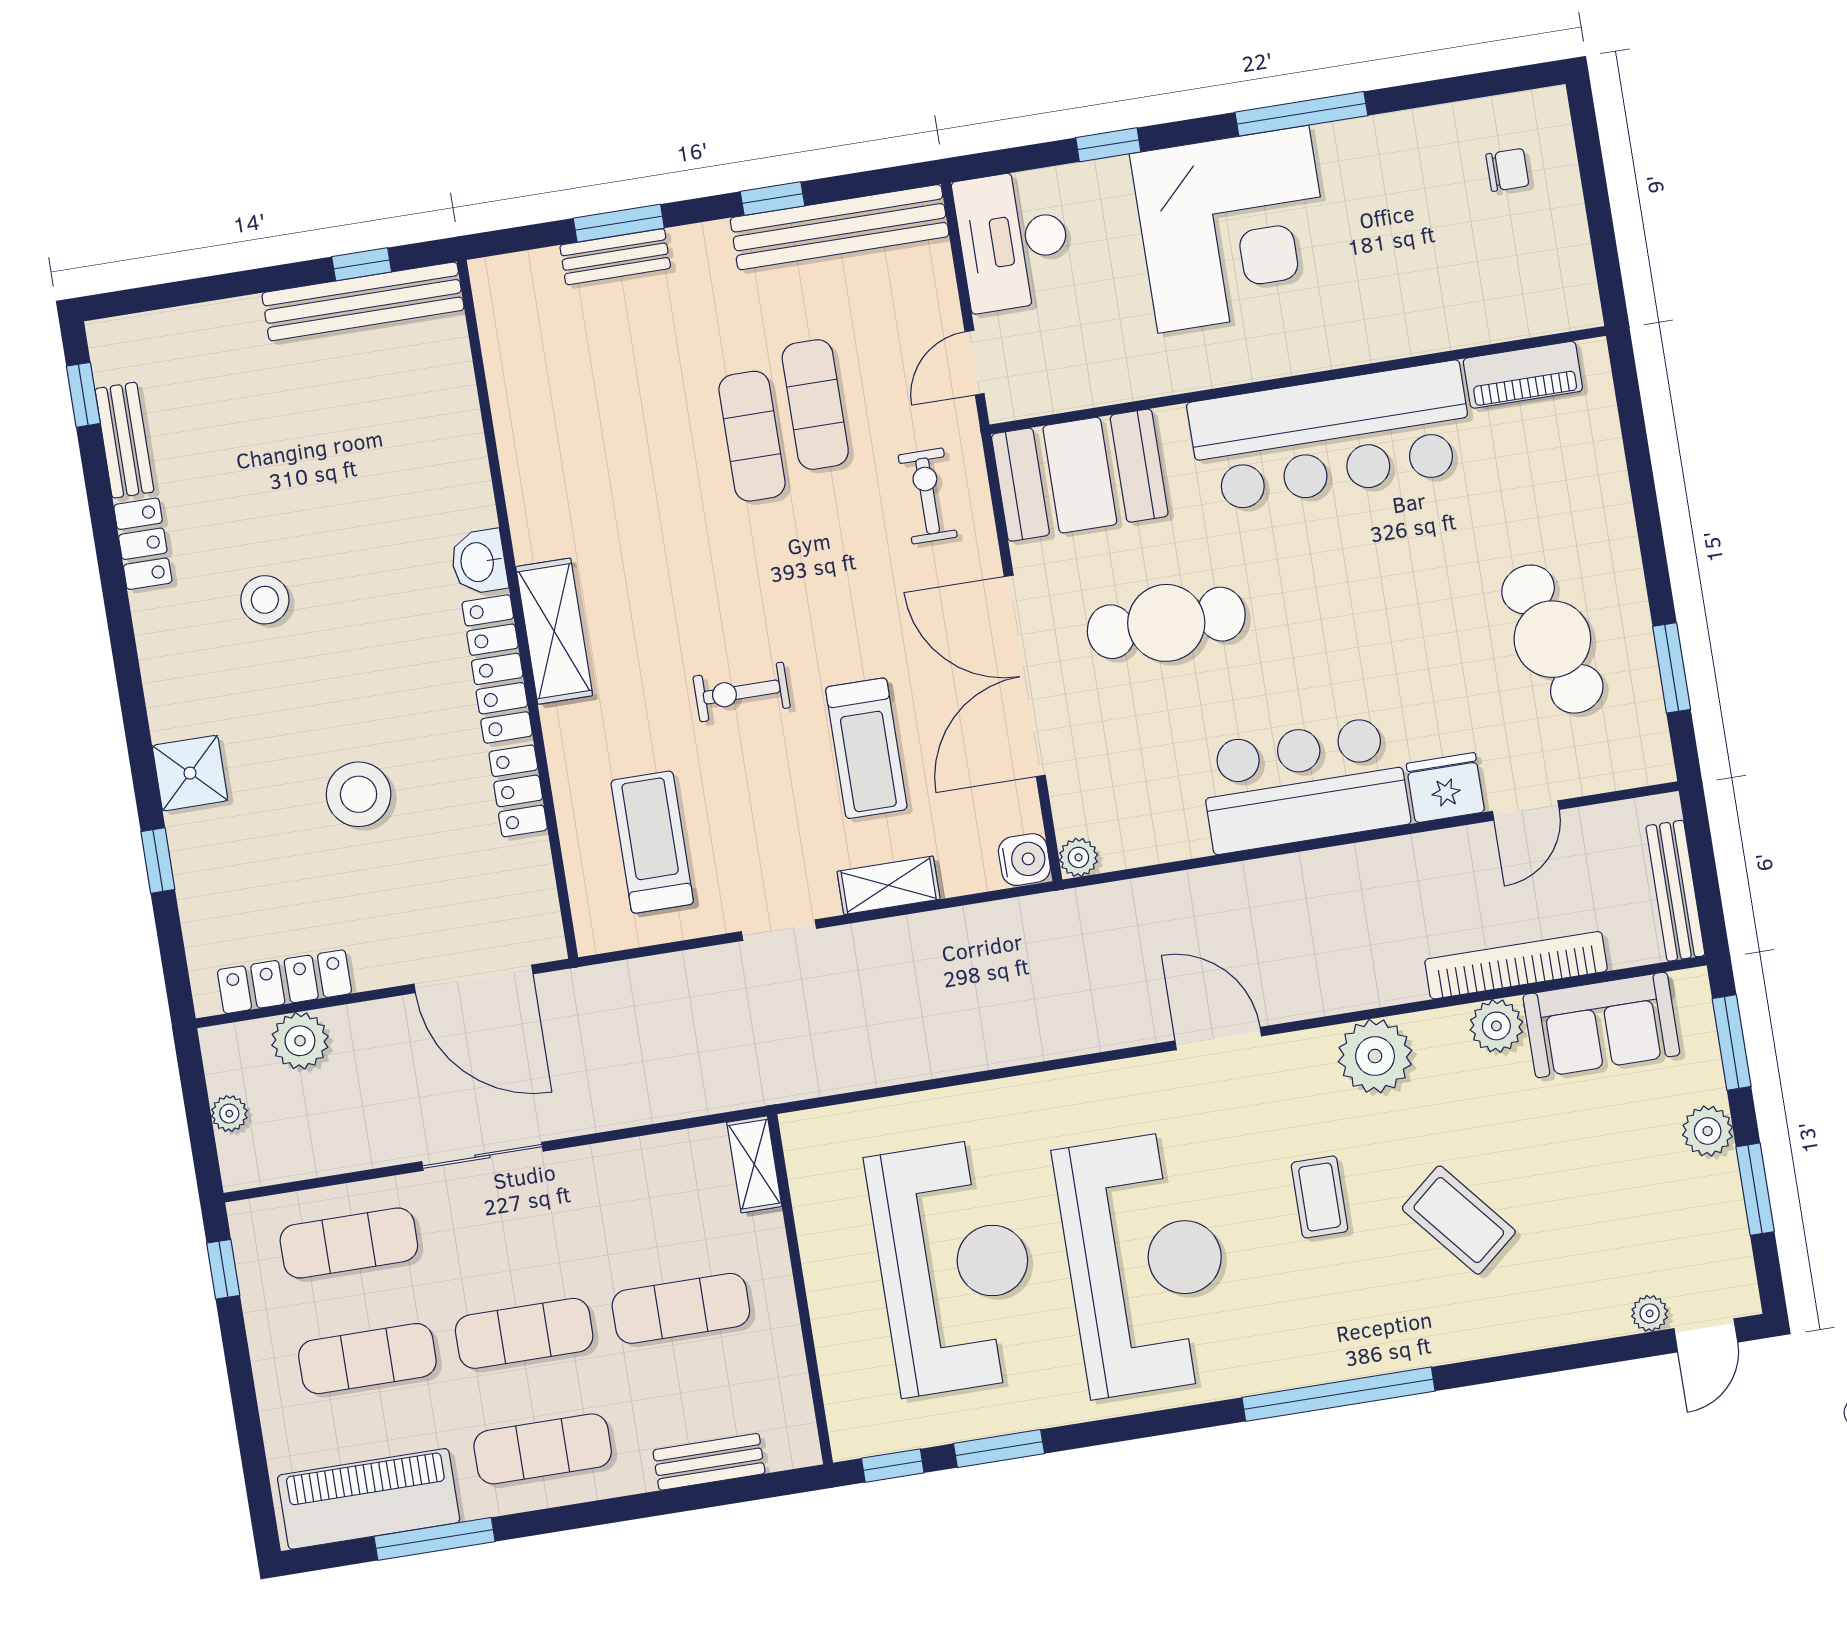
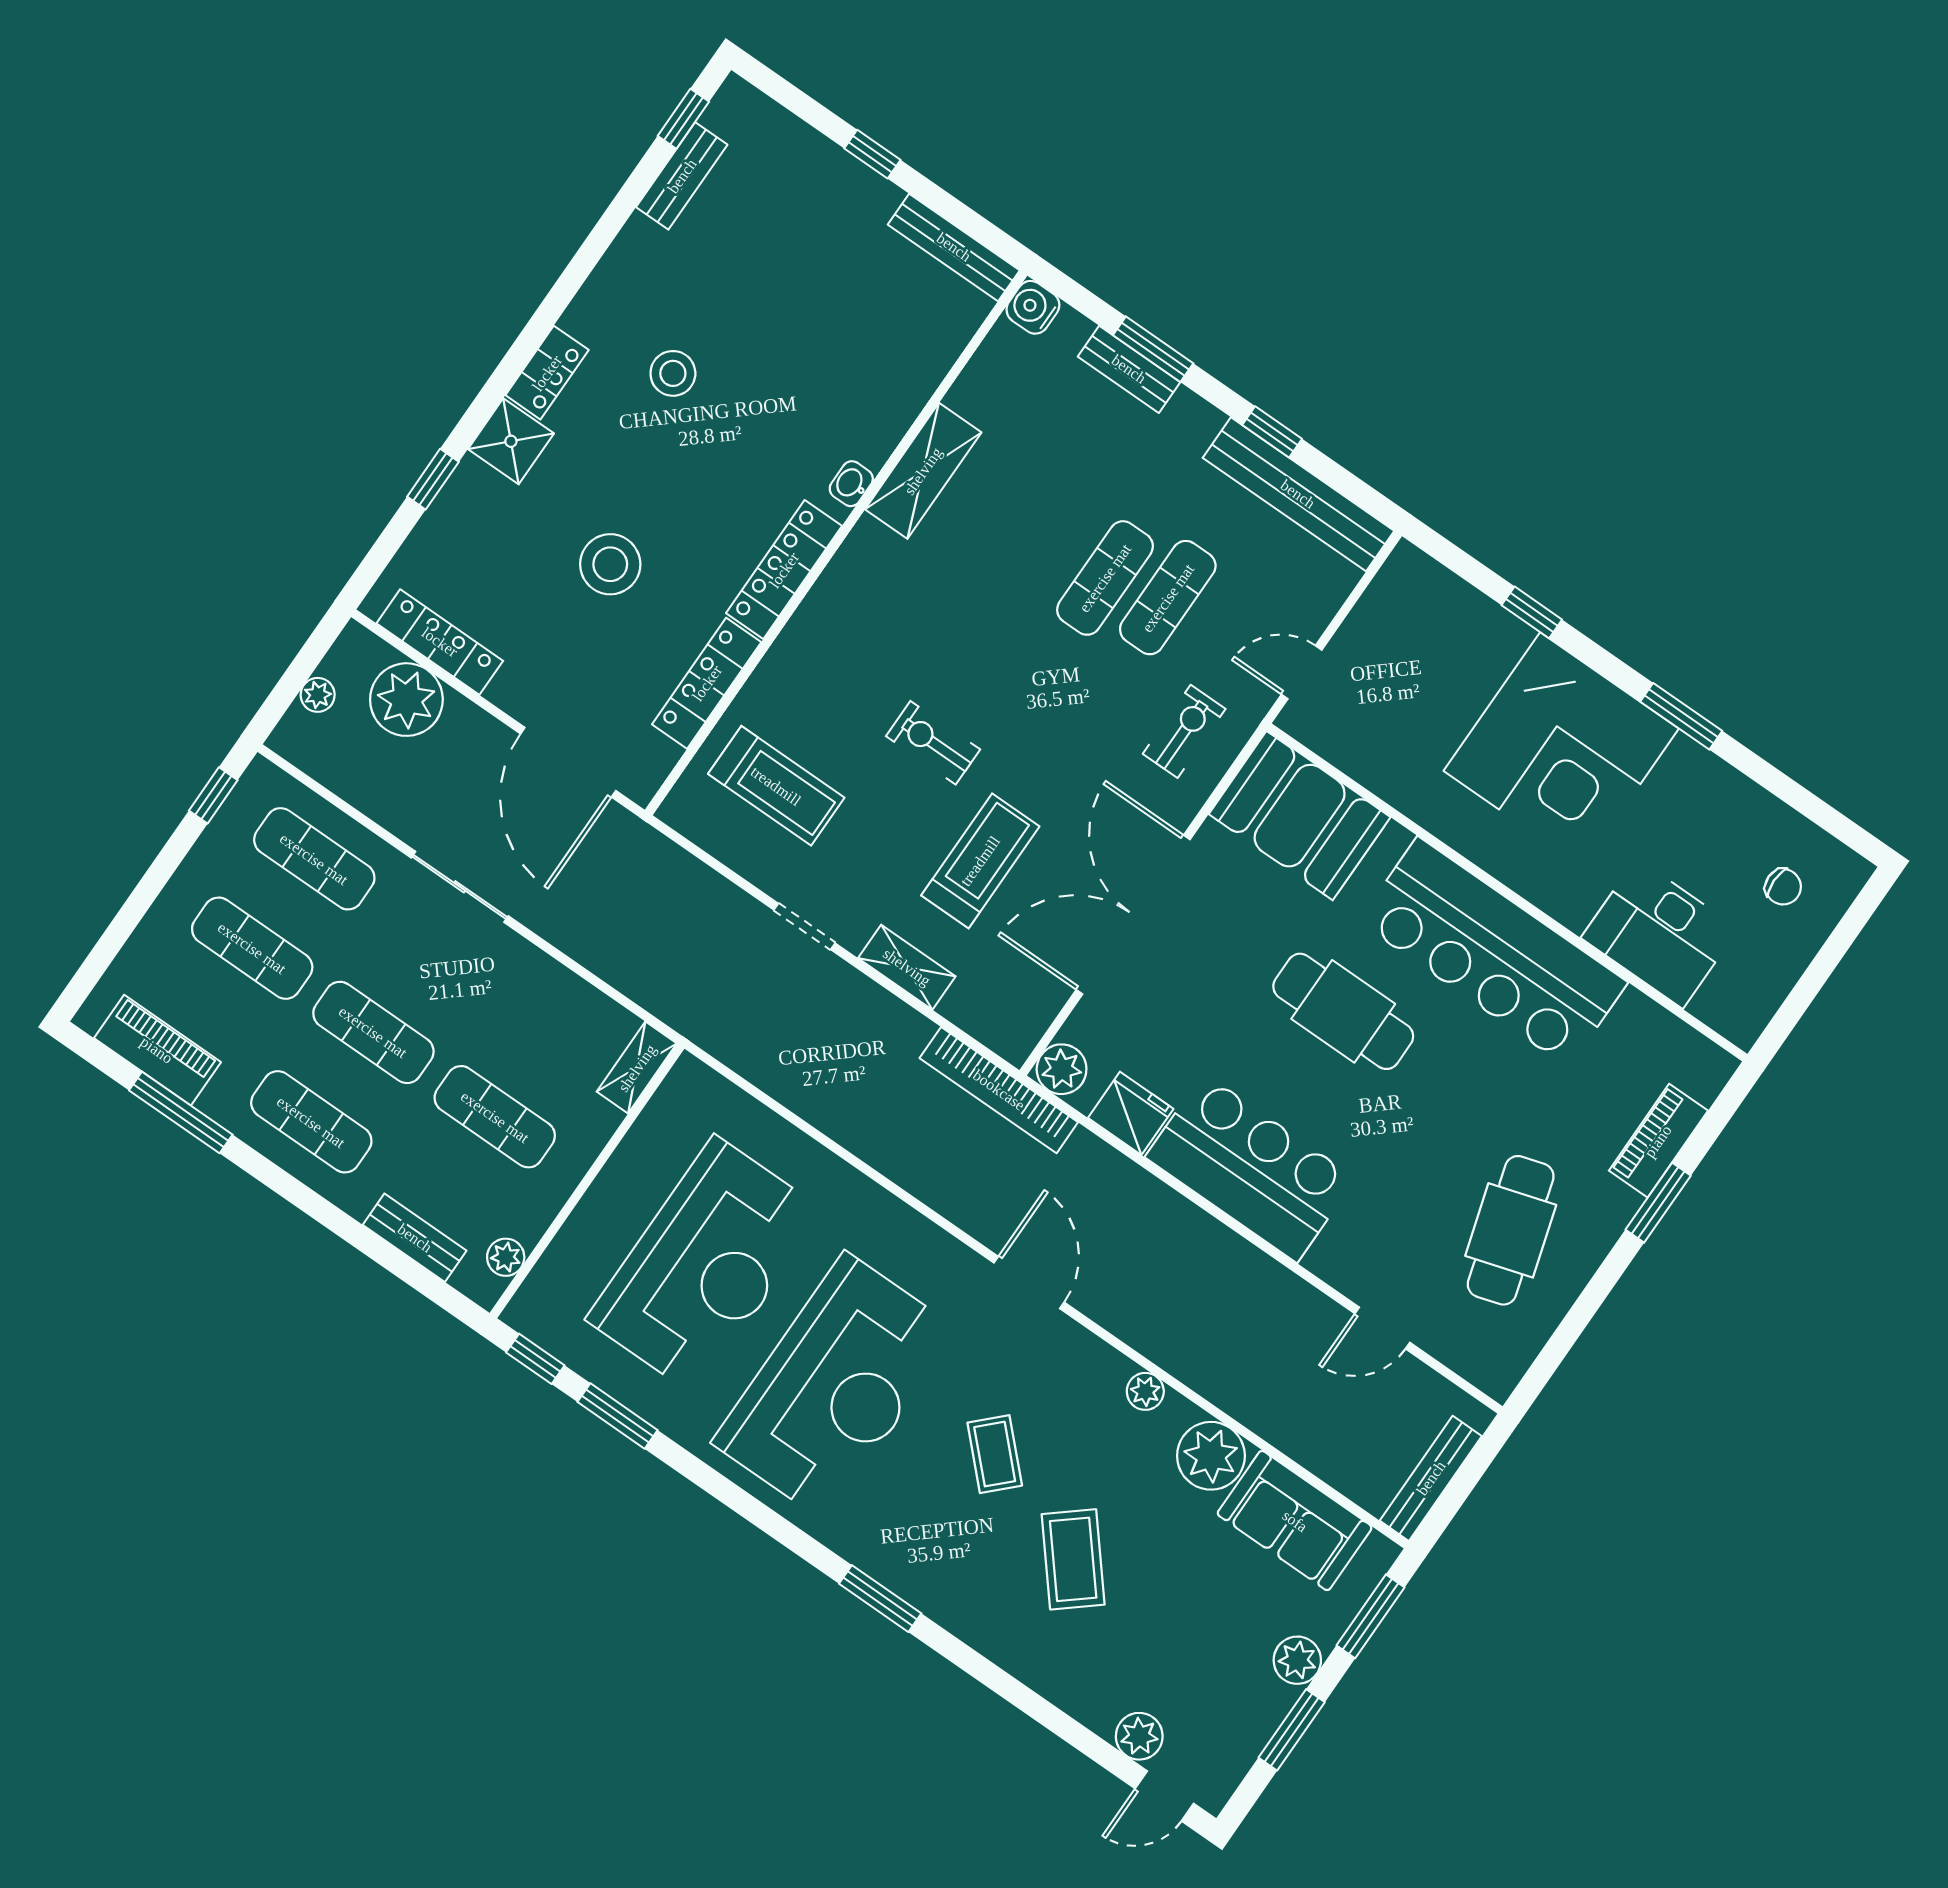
window: (1301, 114) -> (1681, 716), width x0.69
desk: (1013, 240) -> (1660, 933), moved, turned -90
window: (362, 264) -> (872, 154), moved
bench: (363, 301) -> (954, 247), width x0.73, depth x0.82
piano: (1523, 375) -> (1658, 1141), moved, turned 90
locker: (143, 544) -> (547, 373), moved
washbasin: (479, 562) -> (851, 484), width x0.72, depth x0.69
cafe table: (1166, 623) -> (1343, 1011), moved
shelving: (554, 631) -> (923, 471), moved
window: (1672, 668) -> (1658, 1203), moved
treadmill: (866, 748) -> (980, 861), turned 180
fridge: (1445, 788) -> (1131, 1113), moved
locker: (518, 791) -> (707, 683), width x1.53
treadmill: (652, 842) -> (776, 786), turned 90
plant: (1078, 857) -> (1062, 1069), width x1.38, depth x1.38
water cooler: (1024, 860) -> (1033, 307), moved, turned 180
bookcase: (1516, 965) -> (999, 1090), moved, turned 180
plant: (1496, 1026) -> (1211, 1456), width x1.36, depth x1.36
plant: (300, 1041) -> (406, 700), width x1.36, depth x1.36
plant: (1375, 1056) -> (1145, 1391), width x0.53, depth x0.53
coffee table: (1320, 1197) -> (995, 1454), turned -45
plant: (1650, 1313) -> (1139, 1736), width x1.38, depth x1.38
window: (1339, 1394) -> (880, 1599), width x0.47
plant: (794, 1409) -> (506, 1257), added
piano: (369, 1499) -> (157, 1050), width x0.73, depth x0.75

